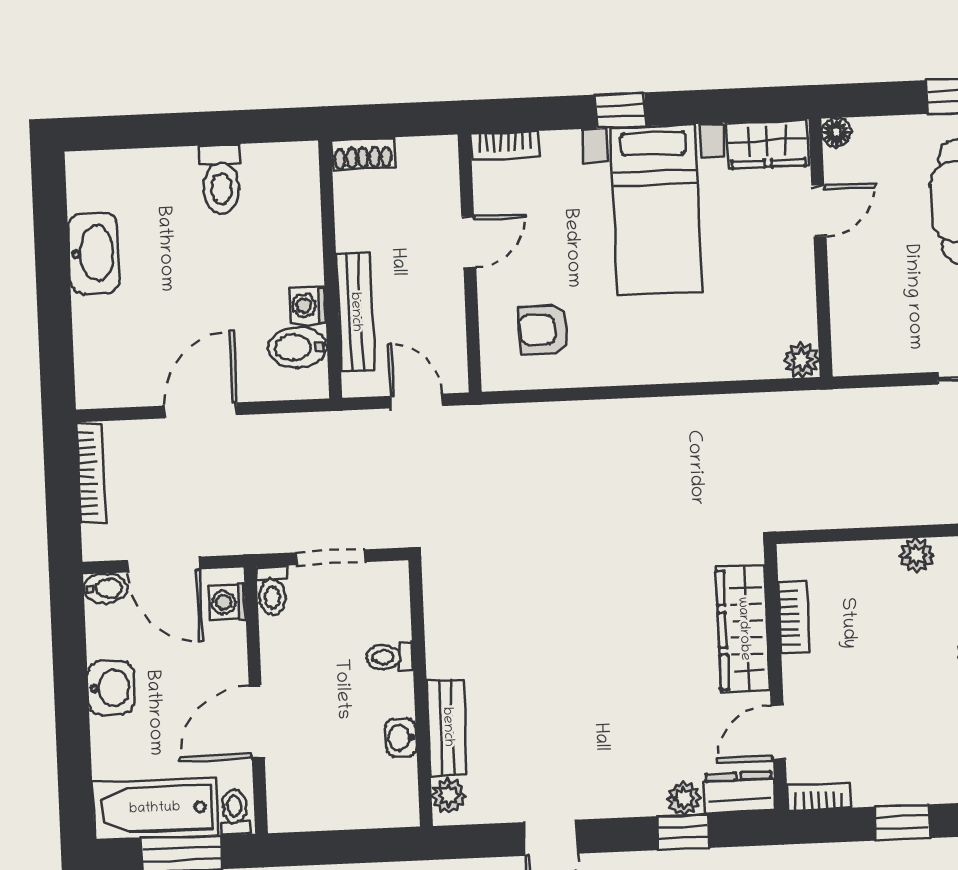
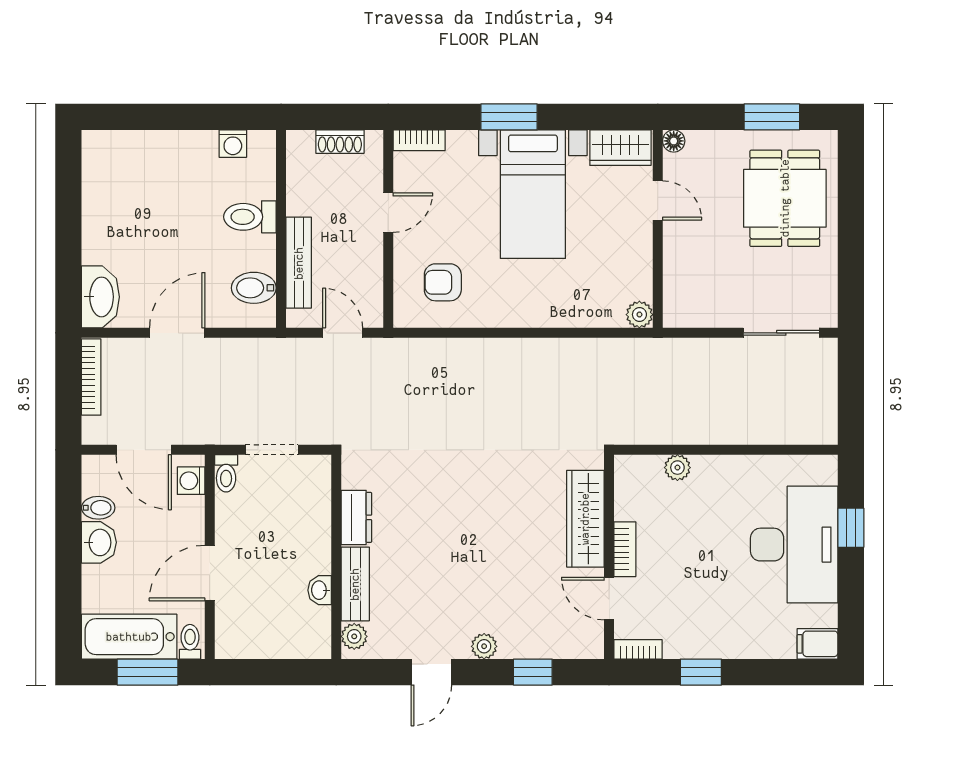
window: (621, 110) -> (509, 117), width x1.50
shoe rack: (363, 154) -> (340, 142), moved
toilet: (221, 179) -> (250, 217), moved, turned 90
door: (819, 211) -> (658, 201), hinge flipped
washbasin: (94, 253) -> (100, 297), moved
washing machine: (307, 305) -> (233, 144), moved, turned -90
plant: (917, 555) -> (677, 468), moved
bidet: (105, 588) -> (98, 508), moved
bookcase: (794, 617) -> (625, 549), moved
toilet: (389, 657) -> (314, 528), removed
door: (778, 732) -> (609, 599), hinge flipped
dresser: (739, 793) -> (356, 517), moved, turned 90
plant: (684, 798) -> (484, 646), moved

